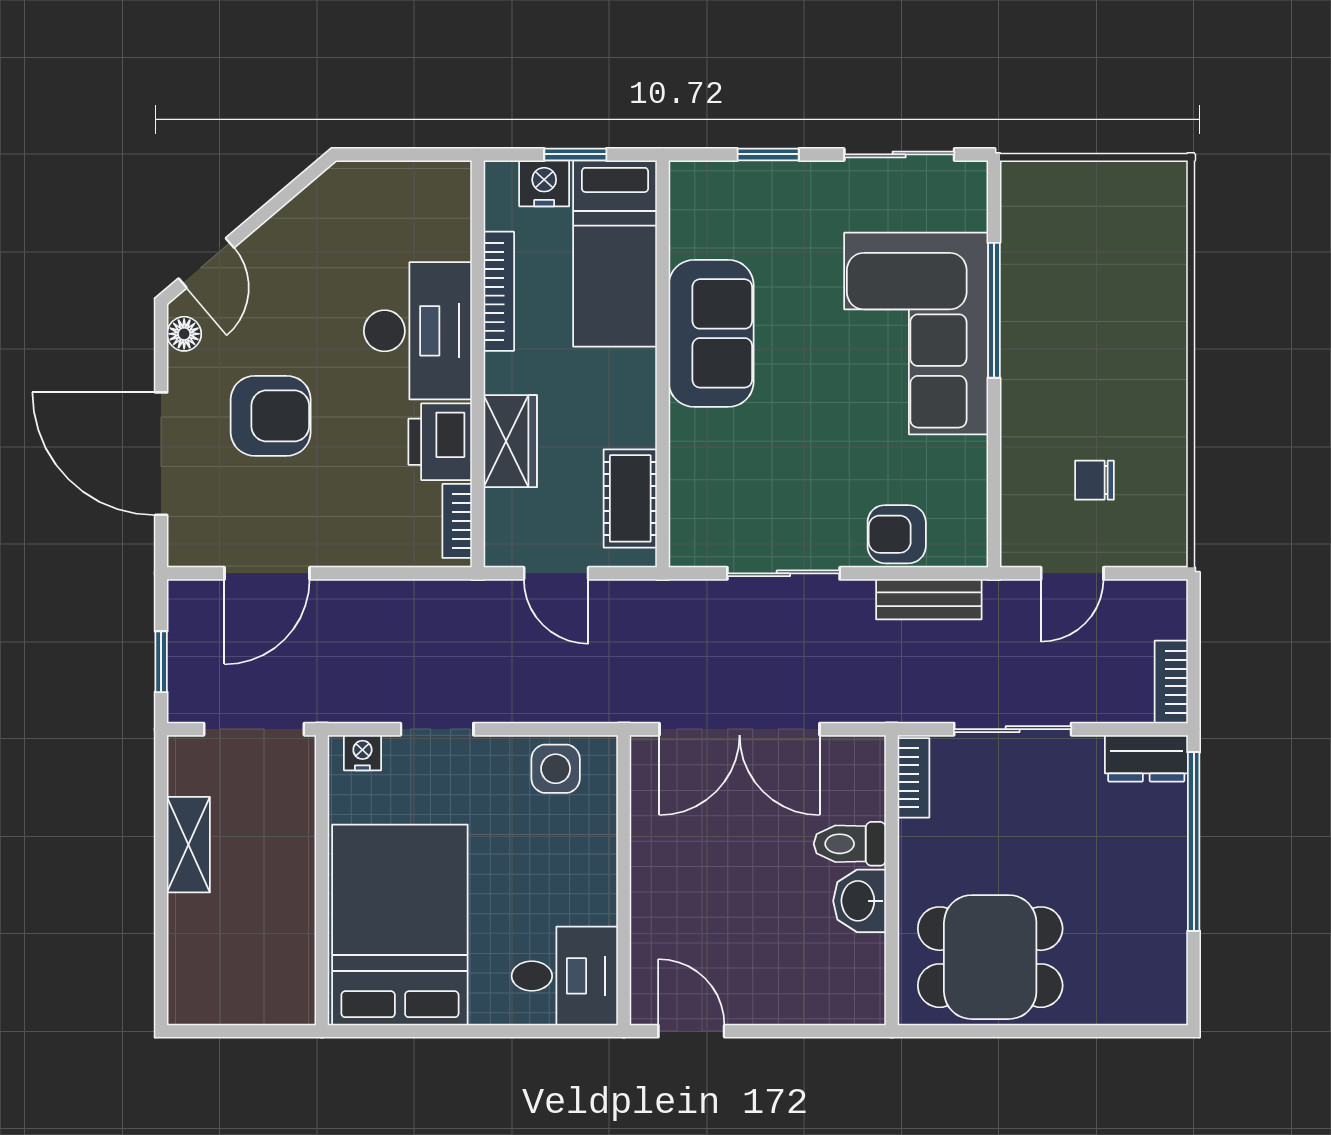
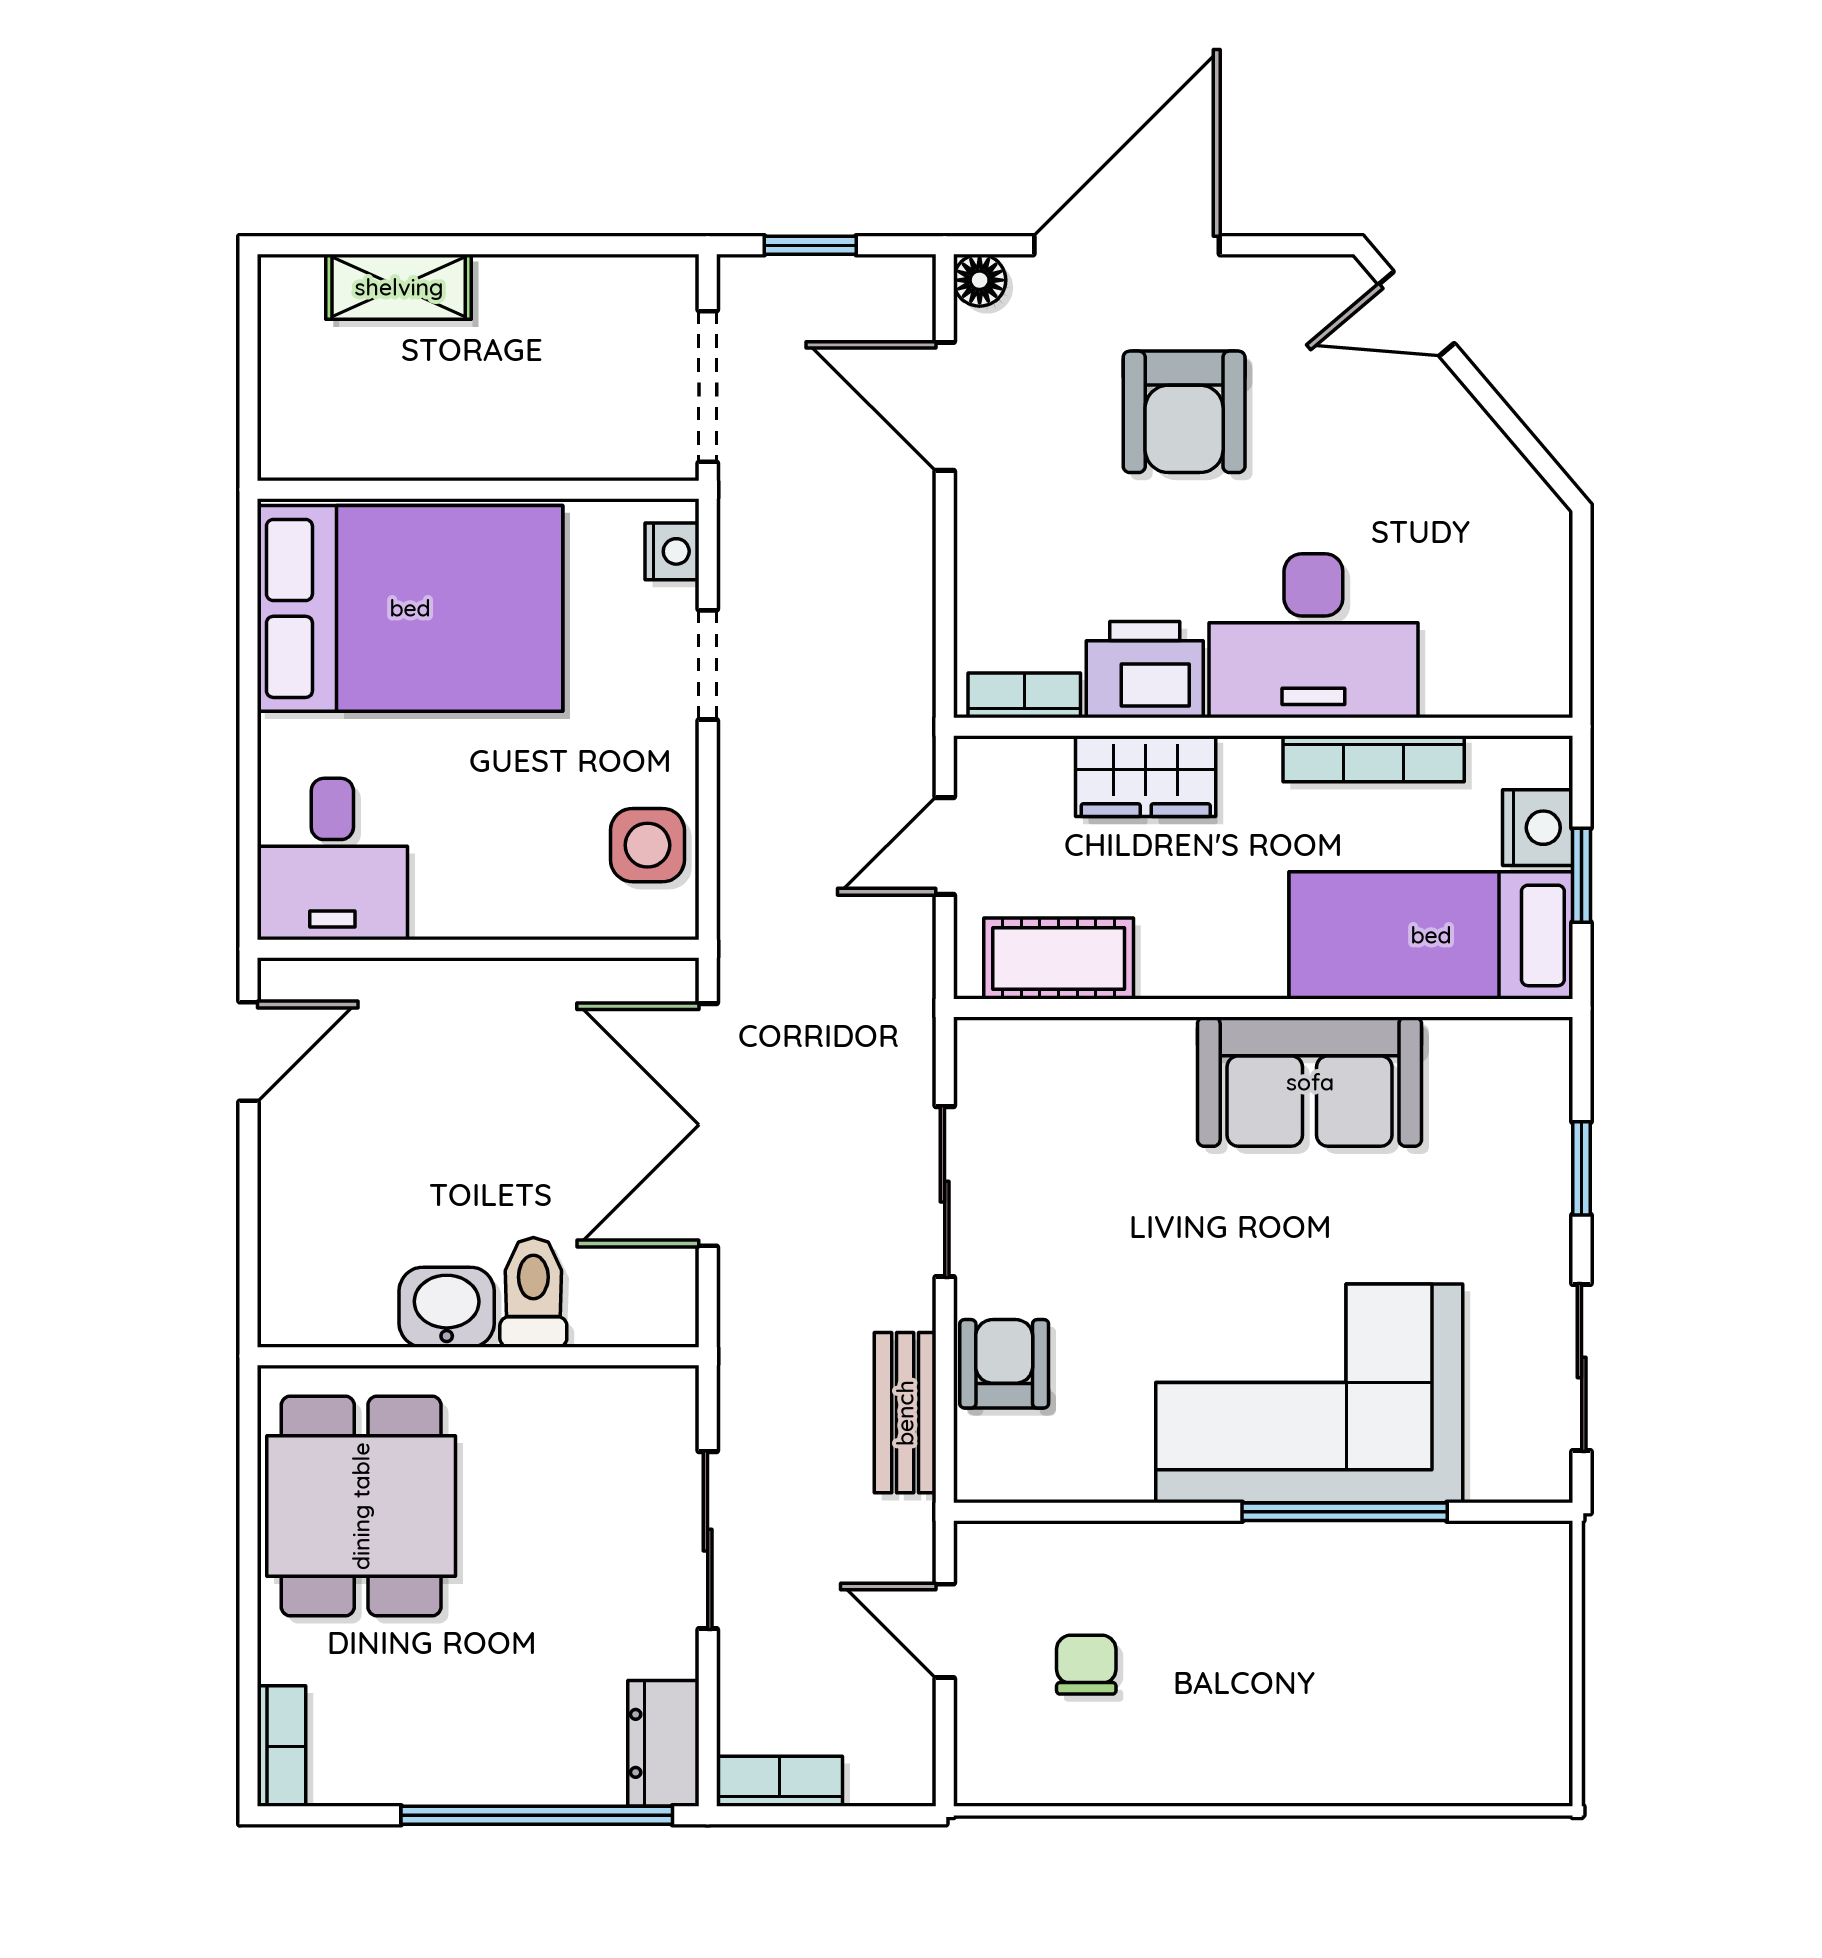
floor lamp: (184, 334) -> (980, 280), moved
bookcase: (913, 778) -> (282, 1746), moved, turned -90
shelving: (188, 845) -> (399, 287), moved

